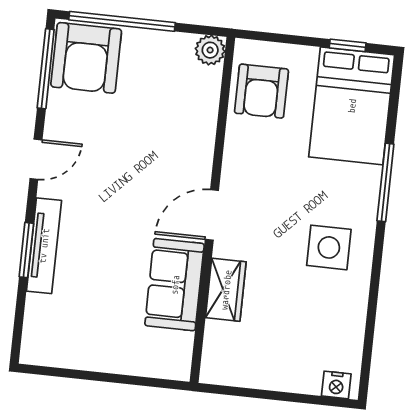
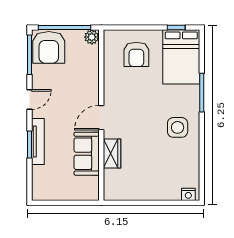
plant: (210, 50) -> (92, 37), moved
wall: (212, 210) -> (101, 115), moved
door: (212, 215) -> (101, 118), moved
sofa: (175, 285) -> (87, 154), moved
wardrobe: (226, 290) -> (112, 153), moved

